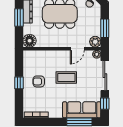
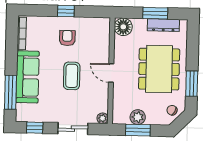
plant: (95, 42) -> (138, 117), moved
door: (77, 49) -> (111, 73), moved
sliding door: (105, 76) -> (73, 129), width x0.73
sofa: (82, 110) -> (28, 77), moved

